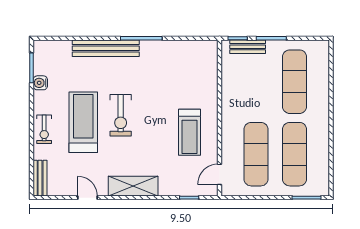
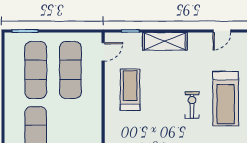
exercise bike: (121, 115) -> (192, 105), width x0.73, depth x0.72
shelving: (133, 186) -> (165, 41), moved
door: (87, 198) -> (222, 31), hinge flipped

